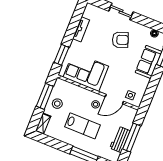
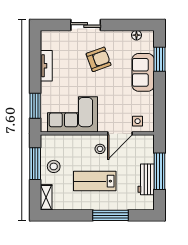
lab bench: (82, 126) -> (95, 181), turned 180

